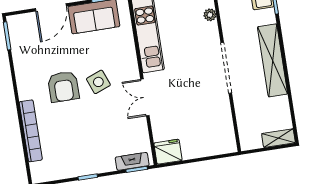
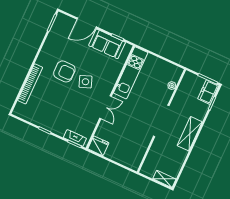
shelving: (273, 60) -> (190, 134), width x0.68
armchair: (63, 87) -> (64, 71), turned -90
double door: (145, 97) -> (106, 107), swing flipped

